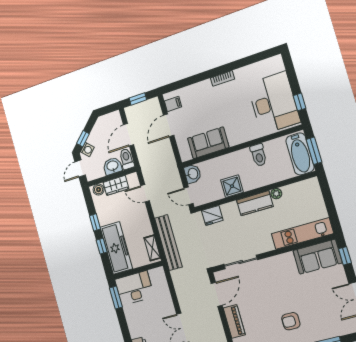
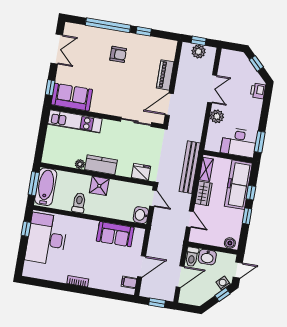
wardrobe: (116, 185) -> (204, 193), moved, turned 90
shower: (232, 186) -> (99, 186), moved
plant: (166, 303) -> (217, 116), added

